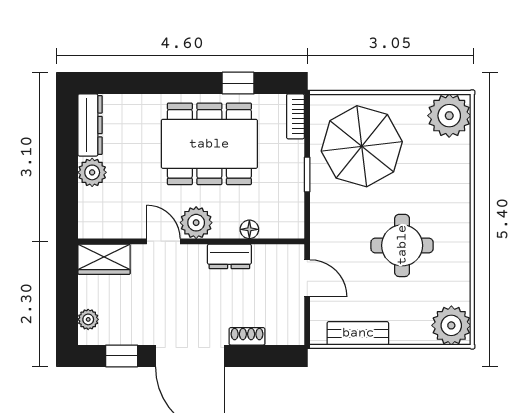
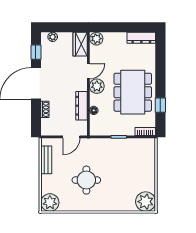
parasol: (362, 146) -> (132, 162), removed
plant: (92, 172) -> (96, 39), moved
dresser: (229, 256) -> (81, 106), width x1.44

